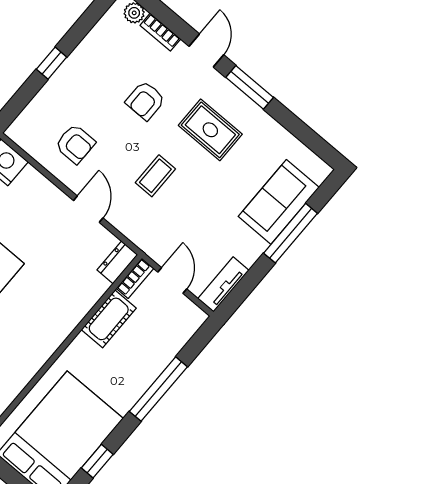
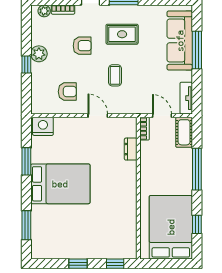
plant: (80, 63) -> (39, 54), added
armchair: (145, 101) -> (82, 46), turned -90
sofa: (279, 202) -> (180, 41), width x1.36
dresser: (117, 262) -> (131, 149), moved
cot: (109, 319) -> (184, 132), moved

